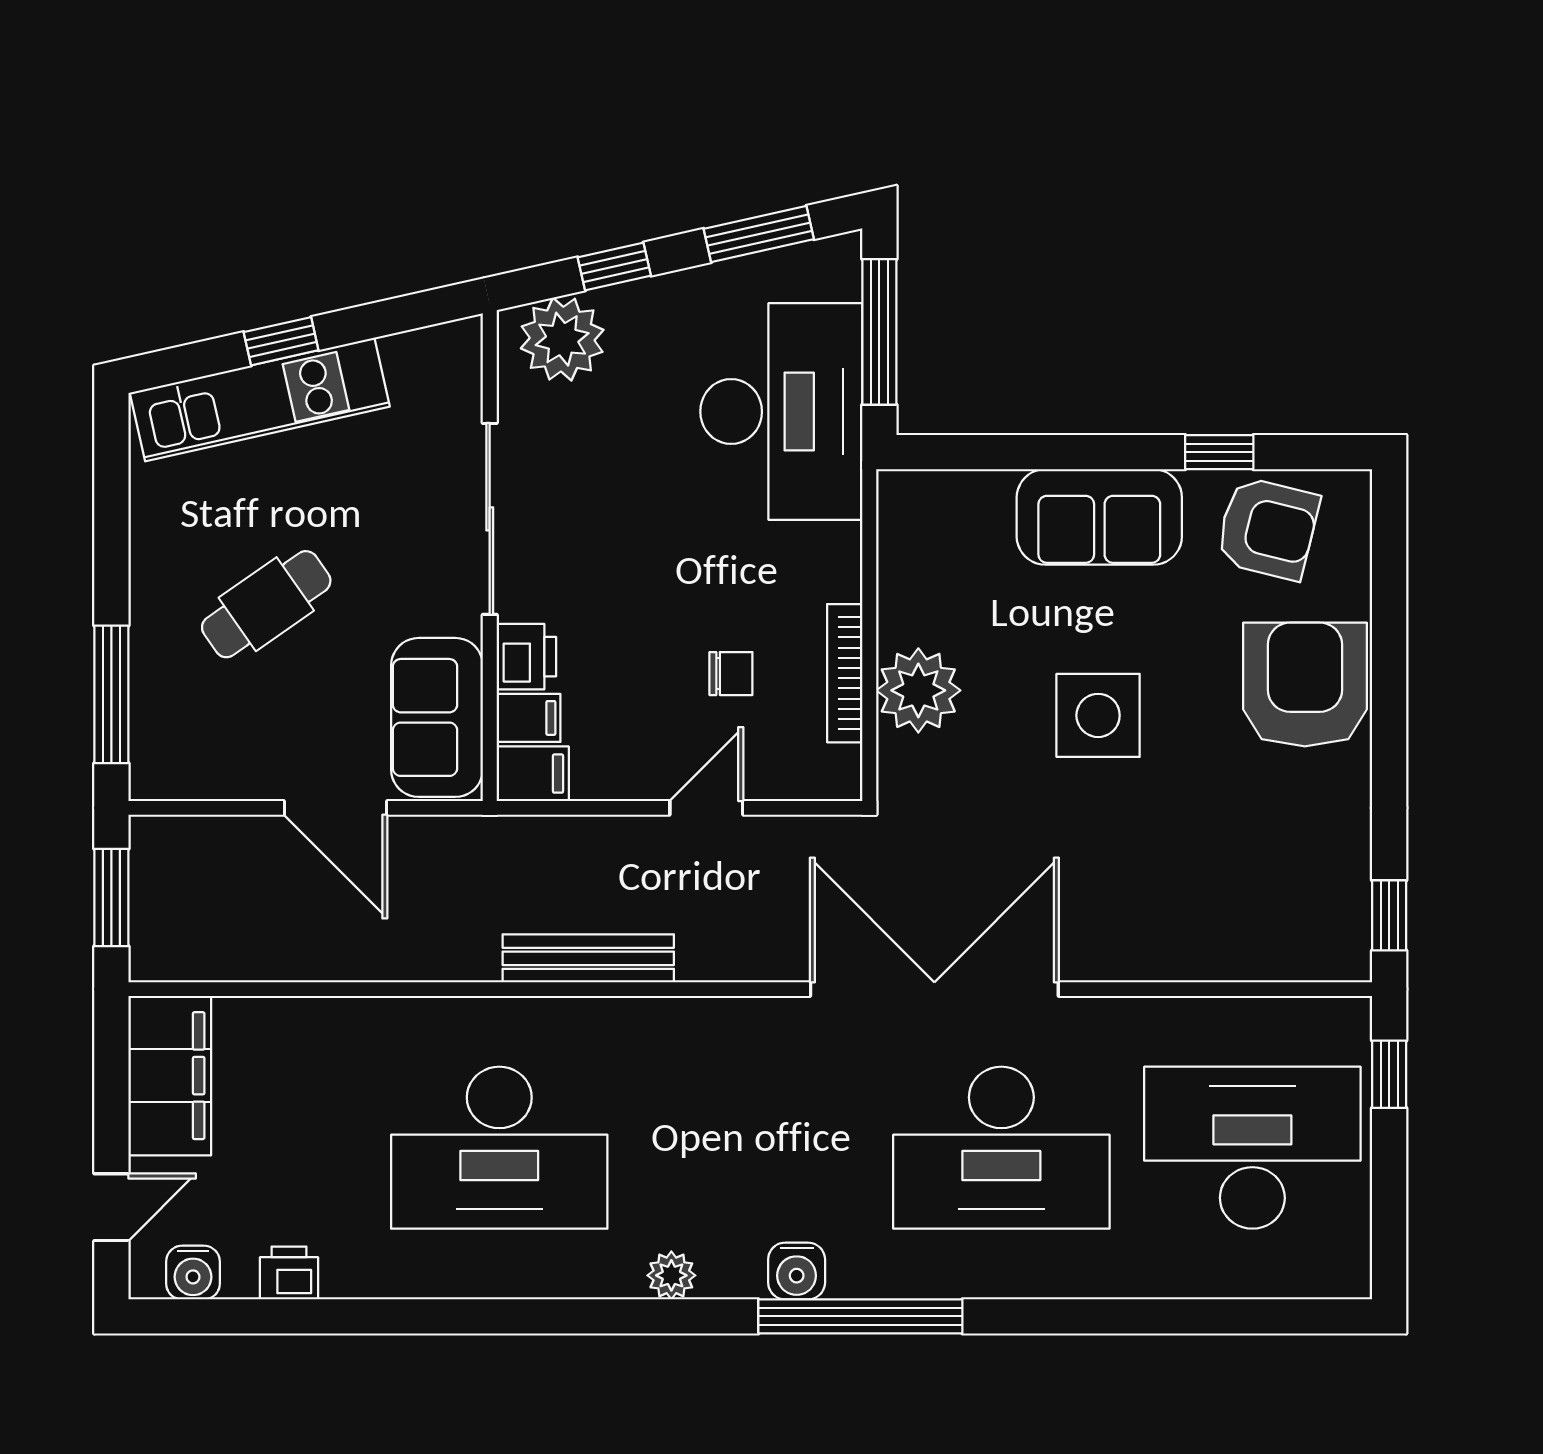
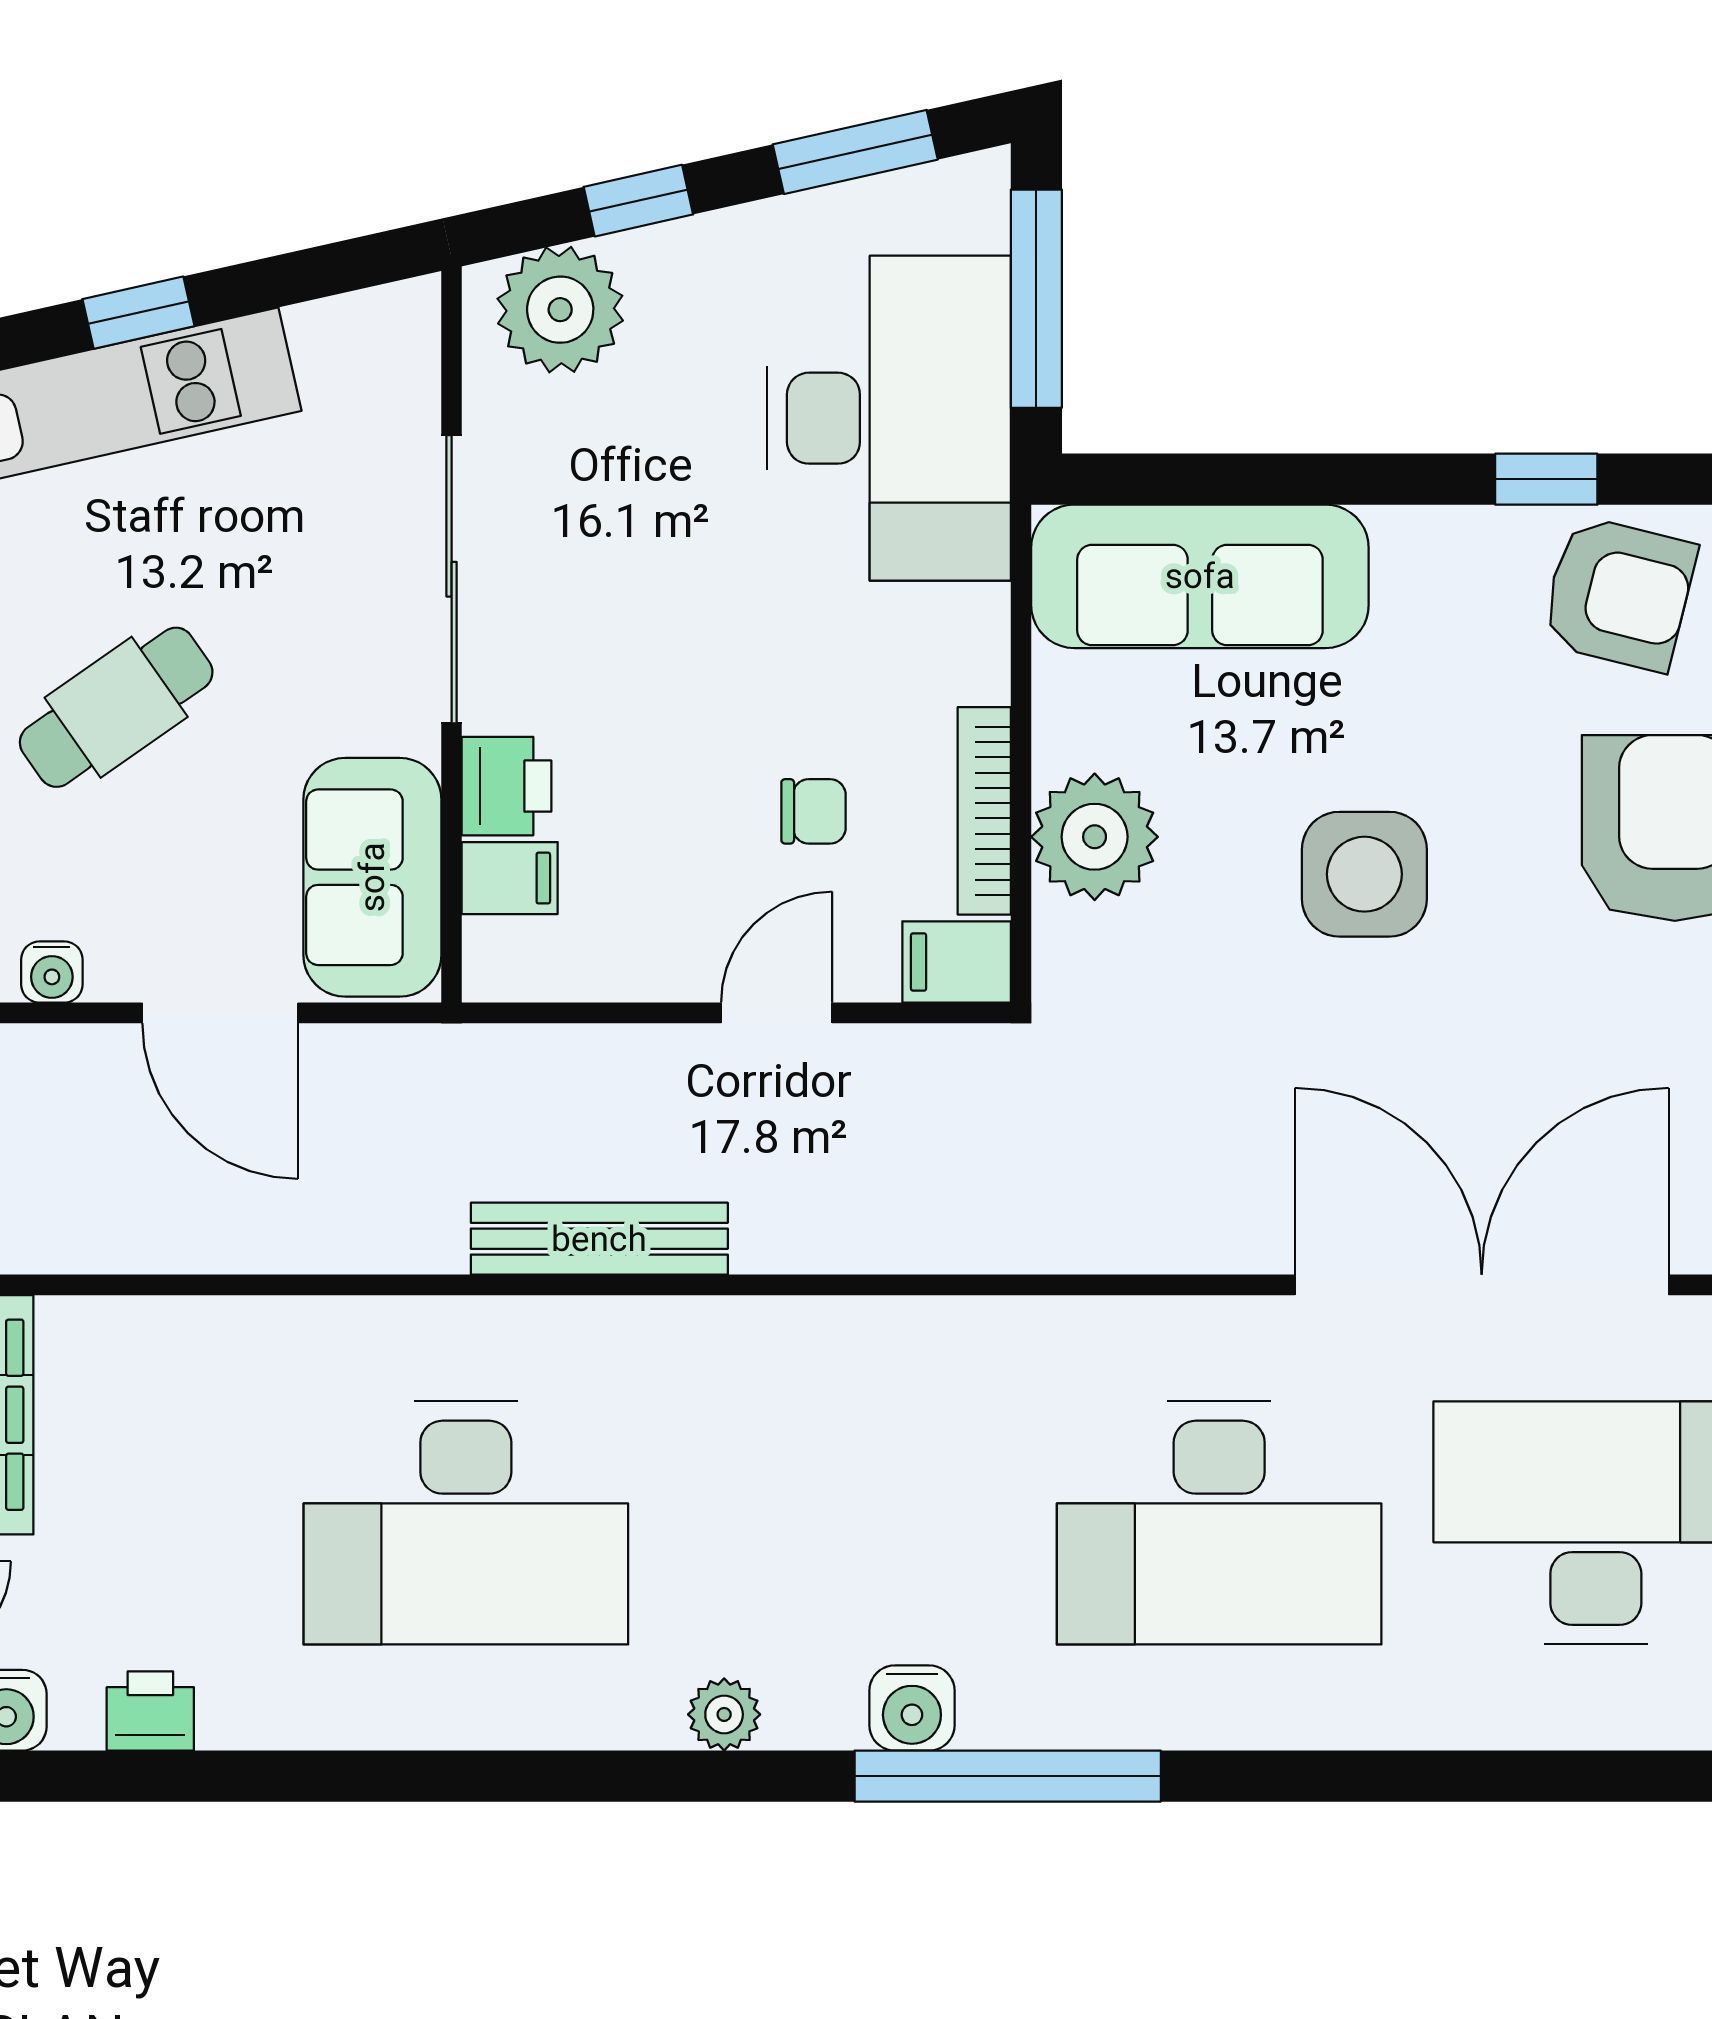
sofa: (1099, 517) -> (1200, 576), moved, width x1.36
filing cabinet: (533, 774) -> (957, 962), moved, turned 180
water cooler: (223, 781) -> (52, 972), added
double door: (934, 989) -> (1482, 1285), moved

